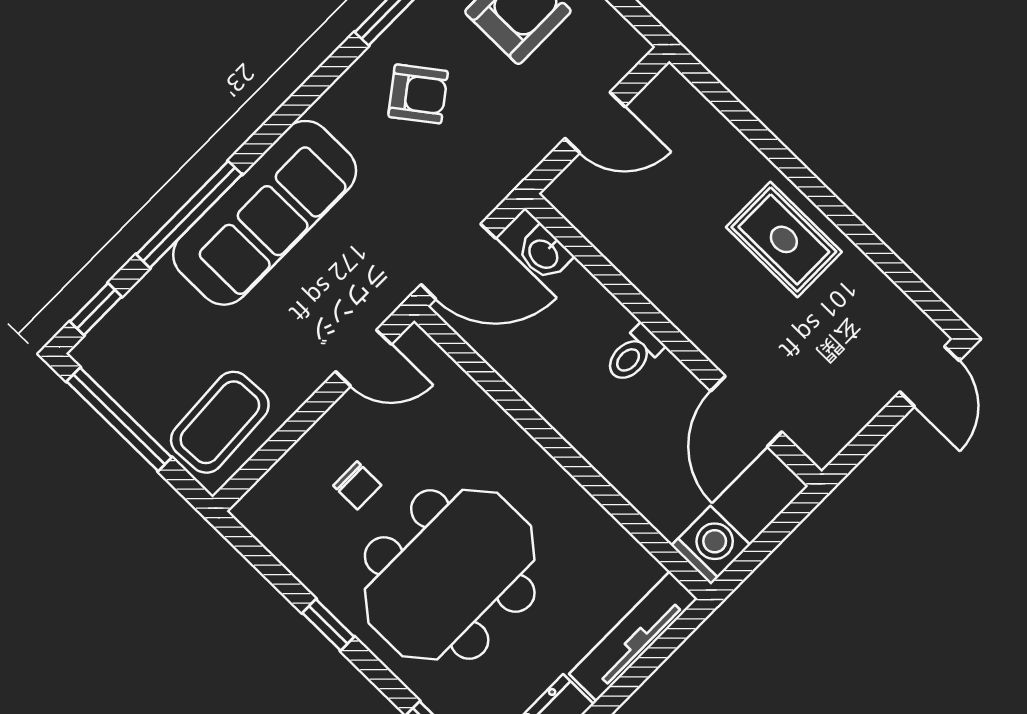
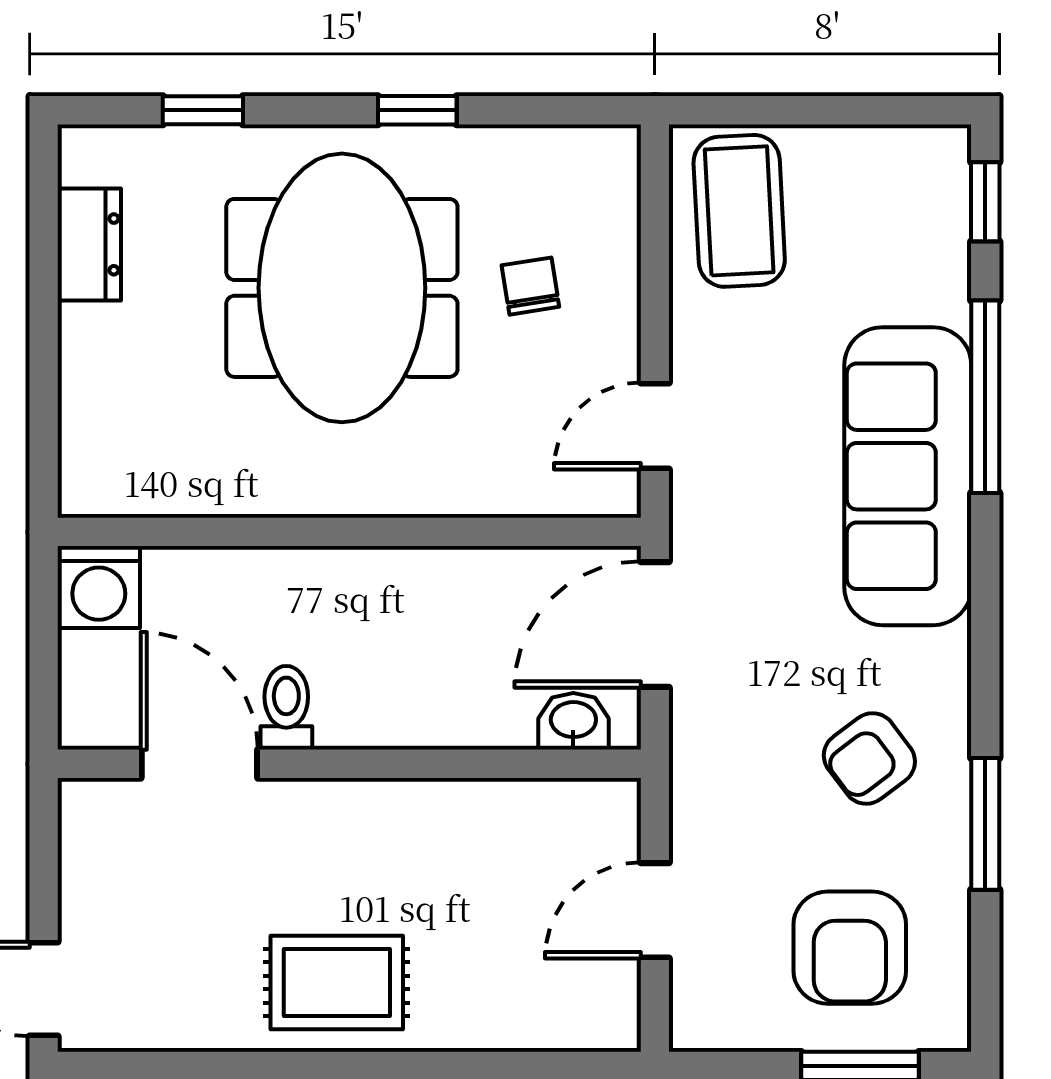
toilet: (634, 354) -> (286, 708), moved
window: (119, 419) -> (848, 110), removed
chair: (357, 485) -> (530, 286), turned 81
tv unit: (633, 636) -> (86, 412), removed

